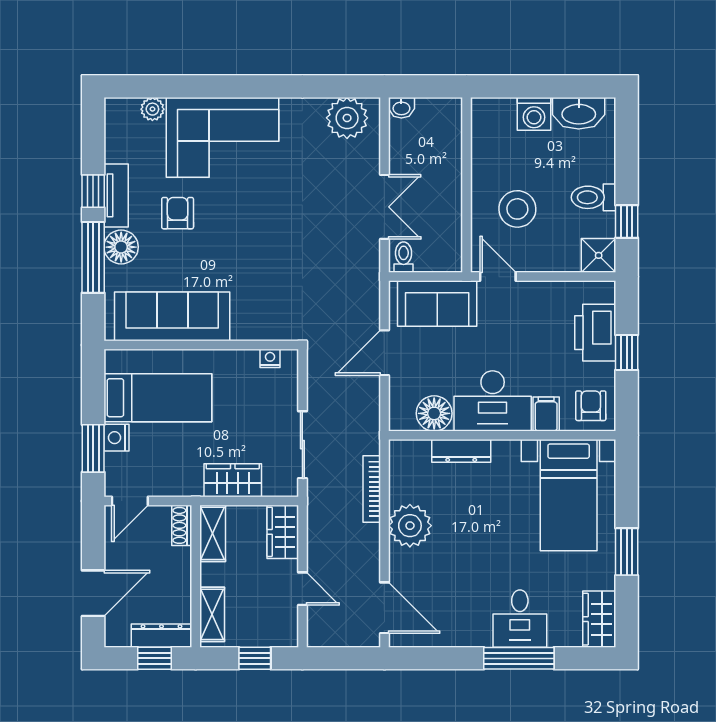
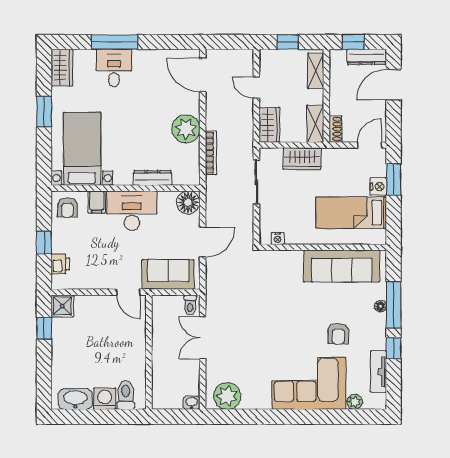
tv unit: (116, 195) -> (378, 372), moved
toilet: (594, 197) -> (126, 395), moved, turned -90
stool: (517, 209) -> (116, 336), removed
floor lamp: (121, 247) -> (380, 306), width x0.53, depth x0.53
printer: (595, 333) -> (60, 264), width x0.53, depth x0.68
floor lamp: (434, 413) -> (188, 202), moved
dresser: (161, 636) -> (367, 57), moved

